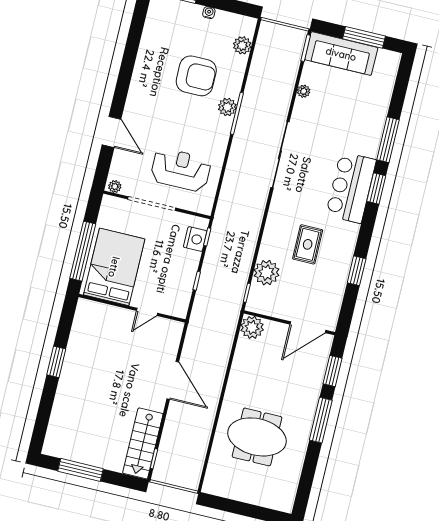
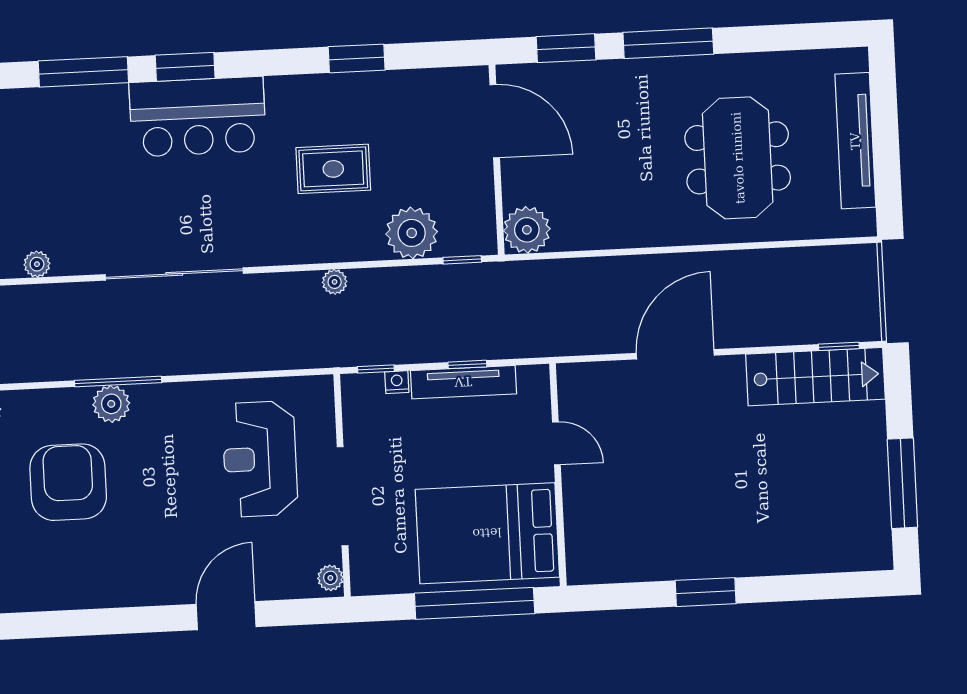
plant: (254, 229) -> (335, 282), added
nightstand: (195, 239) -> (397, 382), width x0.53, depth x0.56
tv unit: (189, 276) -> (463, 382), added
tv unit: (249, 495) -> (855, 141), added

